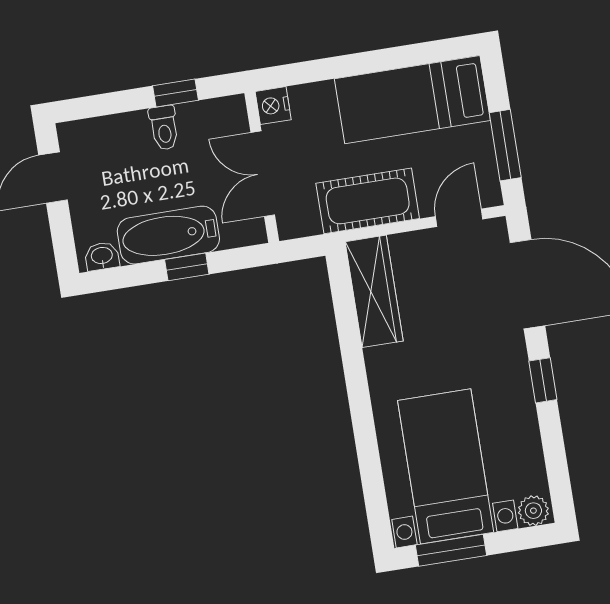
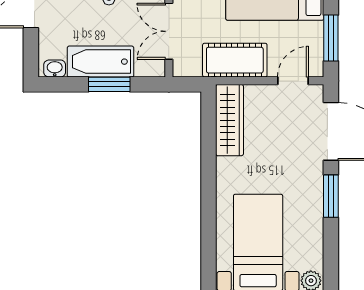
window: (187, 267) -> (109, 84), width x1.50
window: (543, 380) -> (331, 196), width x1.50

